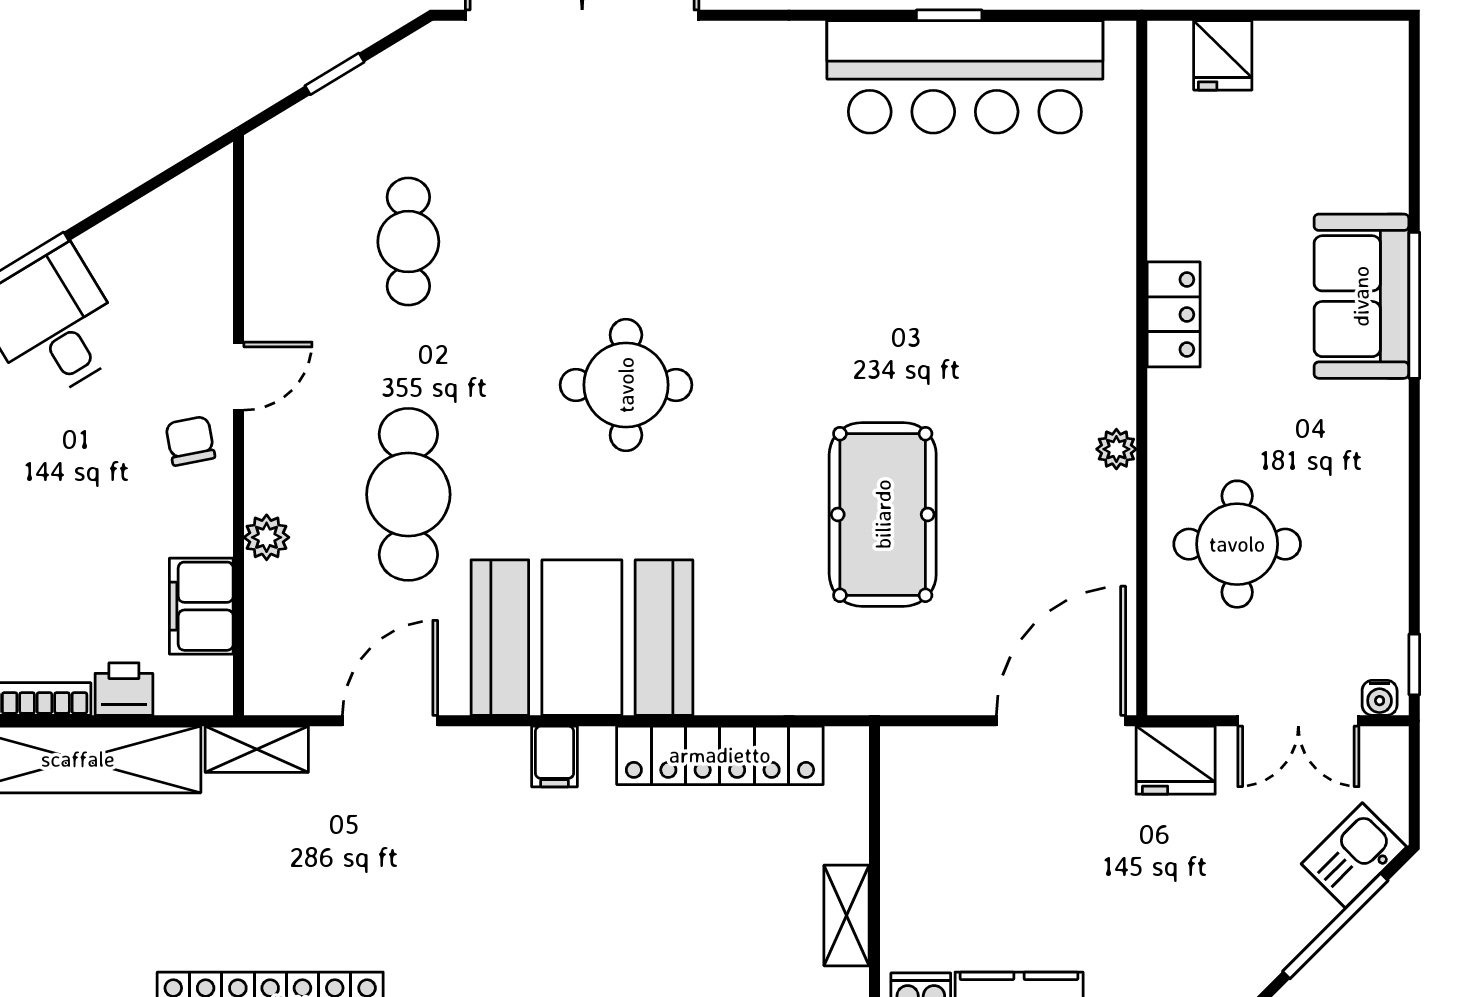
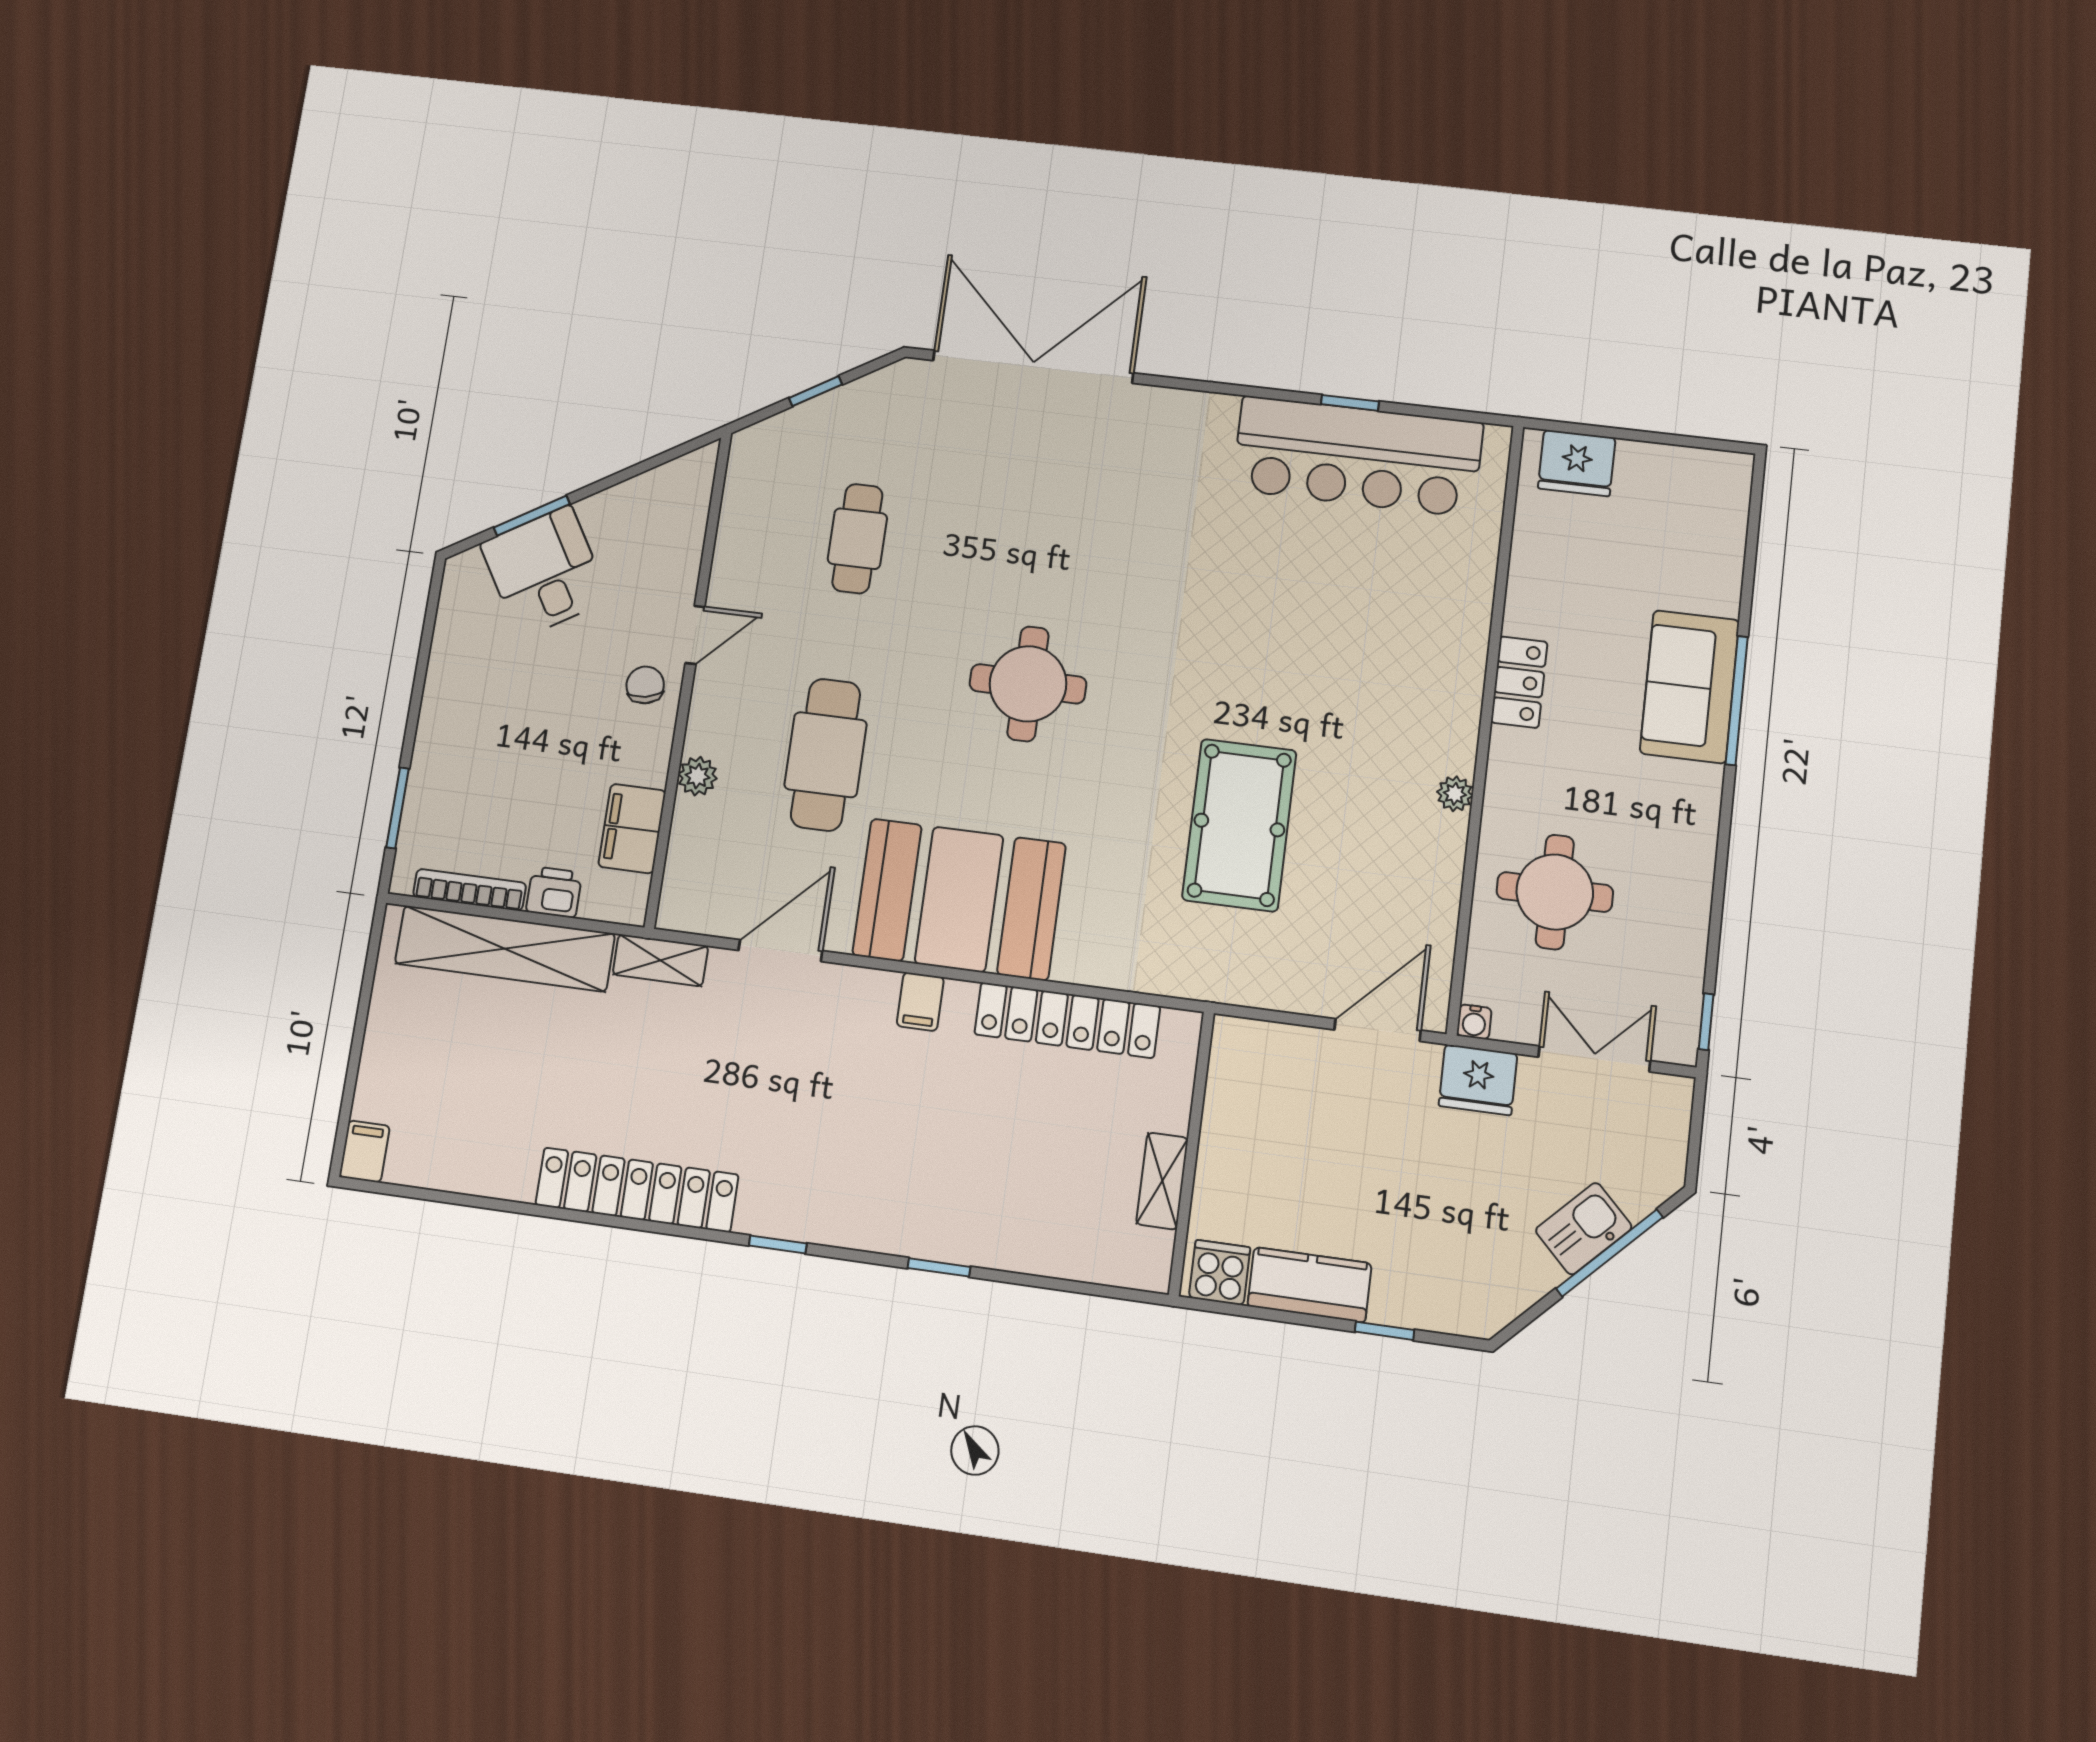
fridge: (1223, 55) -> (1577, 463), width x1.38
water cooler: (1380, 698) -> (1474, 1022), moved
door: (1061, 721) -> (1378, 1030), width x0.73
double door: (1298, 721) -> (1594, 1059), swing flipped
kitchen sink: (1354, 855) -> (1584, 1229), moved

